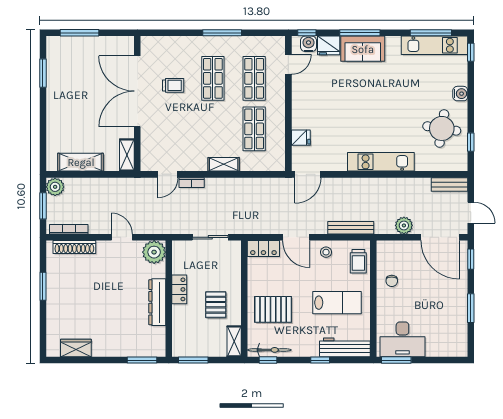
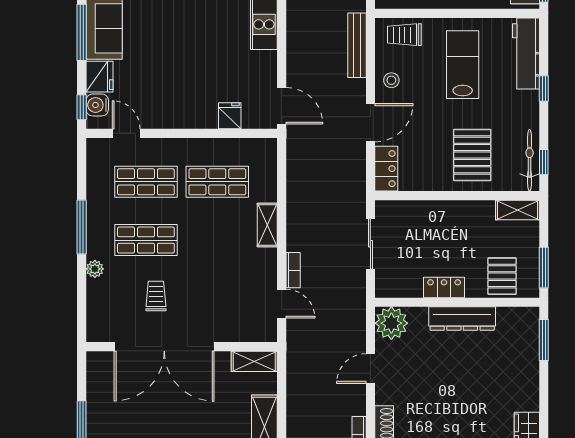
plant: (192, 42) -> (95, 269), added
trolley: (358, 261) -> (404, 35), turned 180
pallet: (216, 305) -> (502, 276), moved, turned 90

